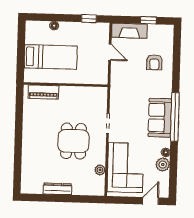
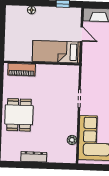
bed: (51, 57) -> (56, 52), moved, turned 180
dining table: (73, 141) -> (19, 115), moved

